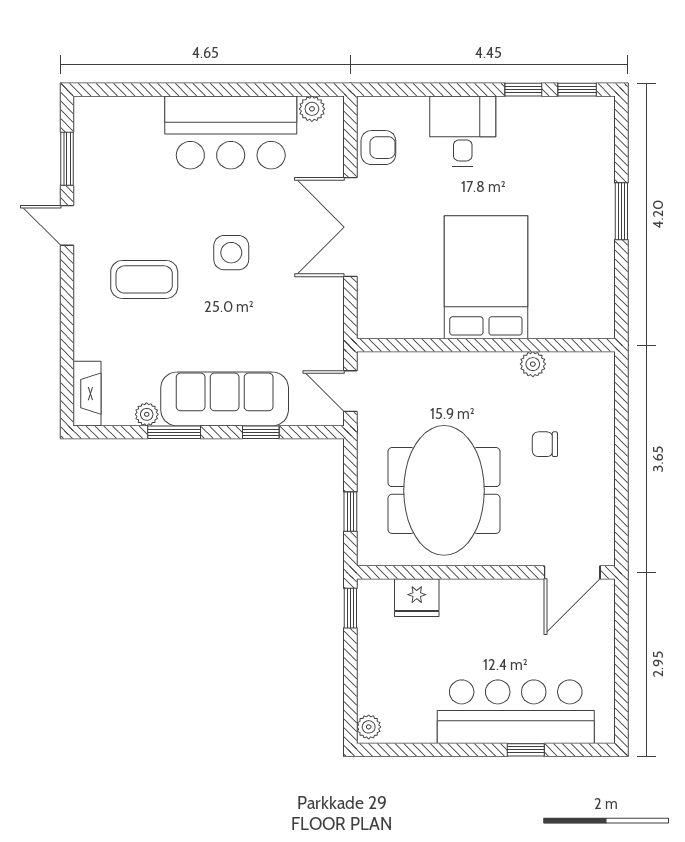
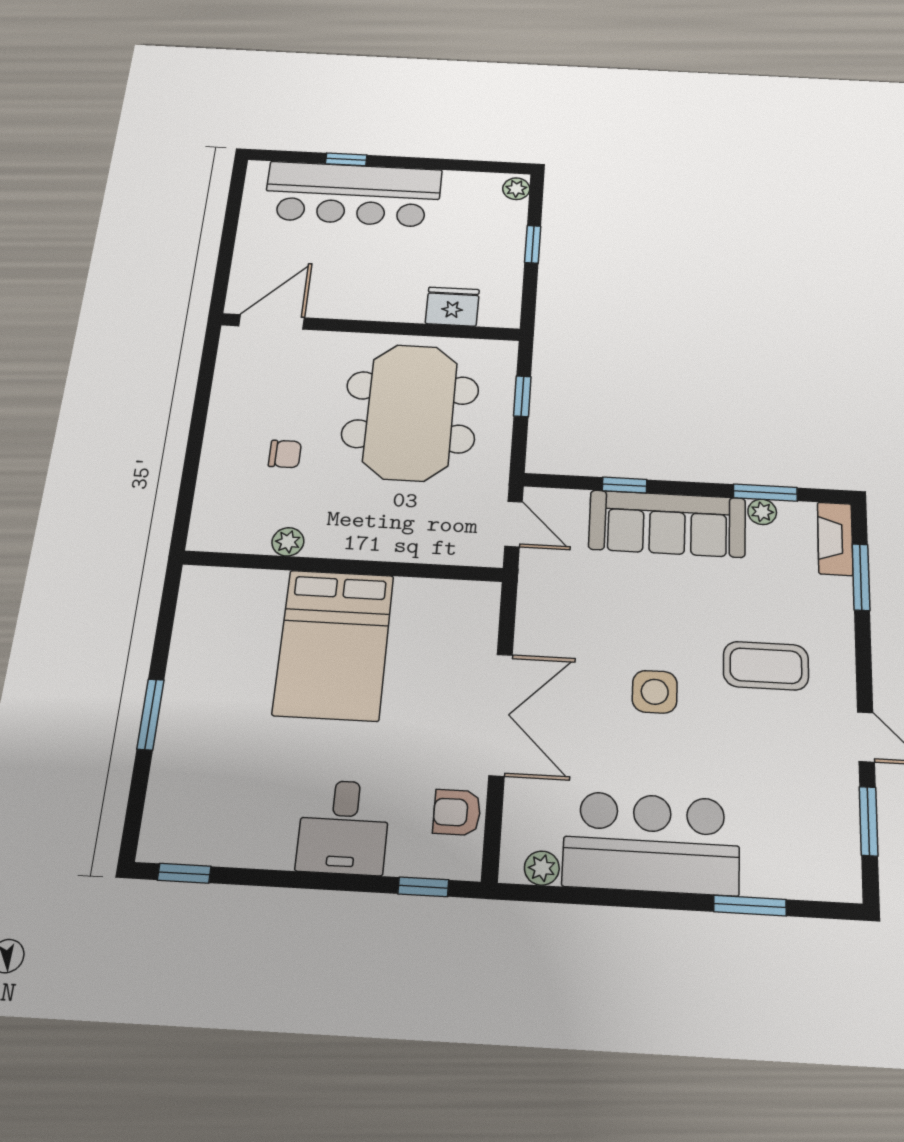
window: (157, 90) -> (750, 906), added
window: (523, 90) -> (423, 887), moved
window: (67, 360) -> (861, 577), added
window: (174, 432) -> (765, 493), moved
window: (350, 608) -> (533, 244), moved

